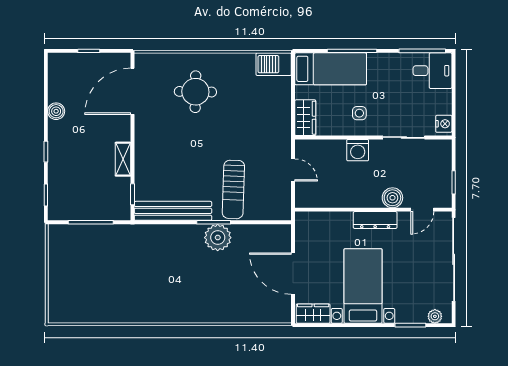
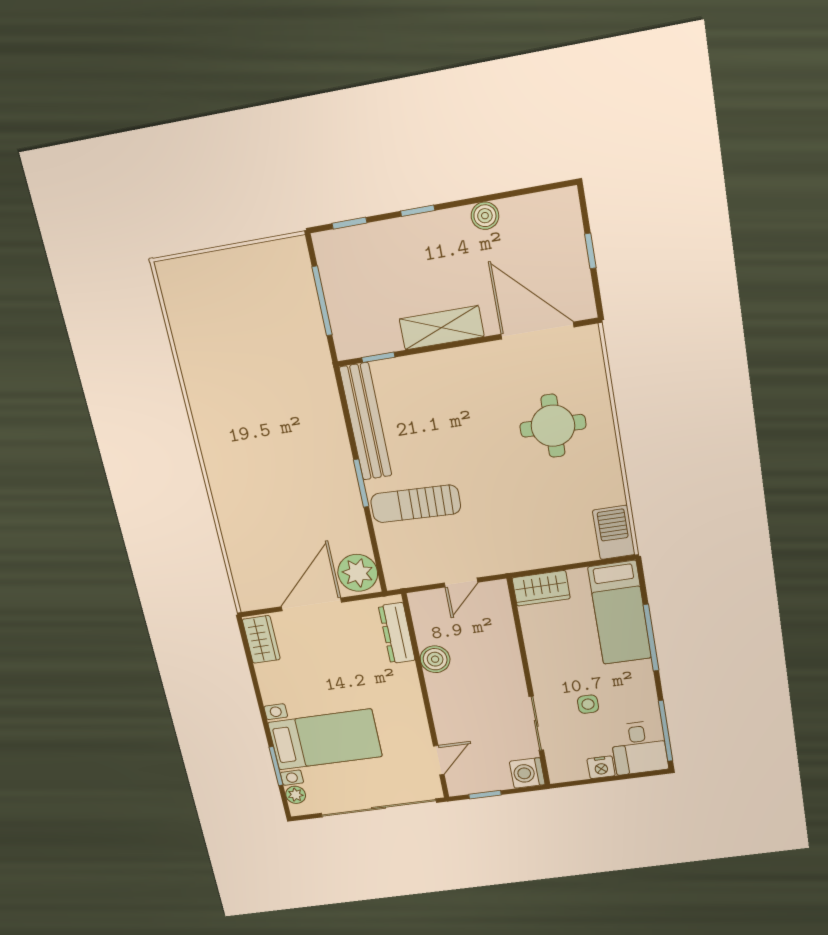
side table: (359, 113) -> (588, 704), moved
nightstand: (444, 124) -> (601, 767), moved
washing machine: (358, 150) -> (527, 773), moved
shelving: (123, 159) -> (442, 328), width x1.50, depth x1.33
boiler: (392, 198) -> (435, 659), moved
door: (422, 210) -> (439, 760), swing flipped
dresser: (375, 220) -> (397, 633), moved
plant: (218, 238) -> (358, 573), moved
bed with nightstands: (363, 286) -> (325, 739), moved

